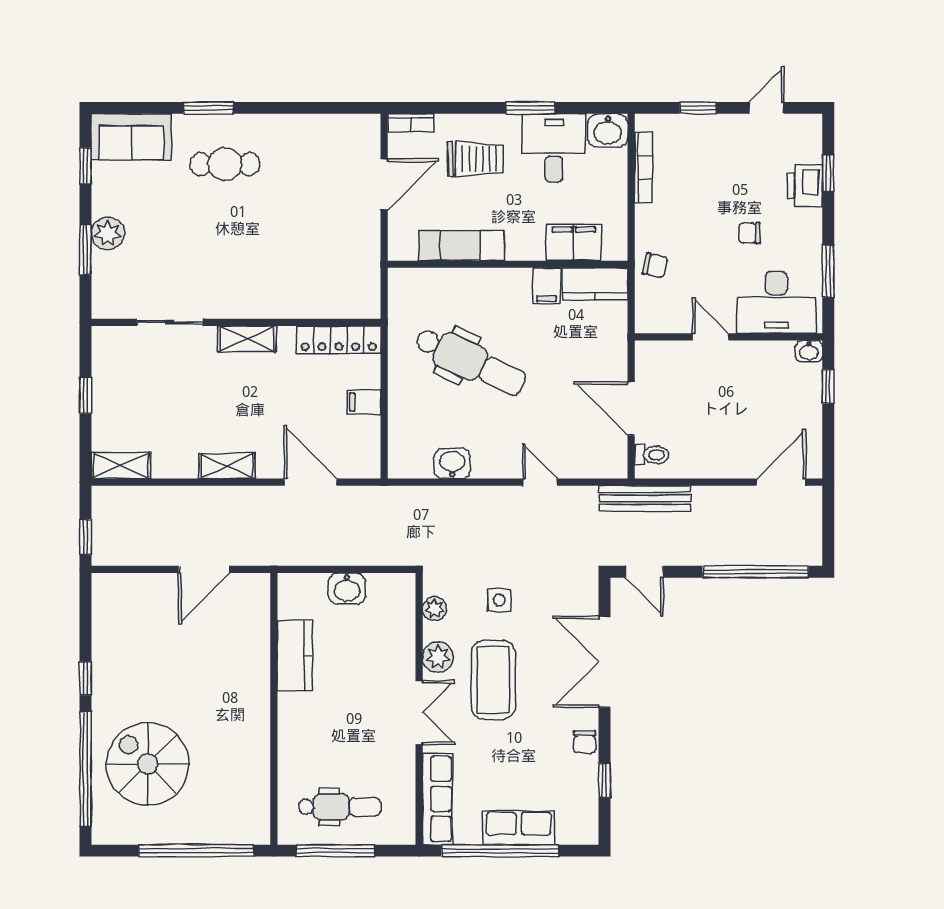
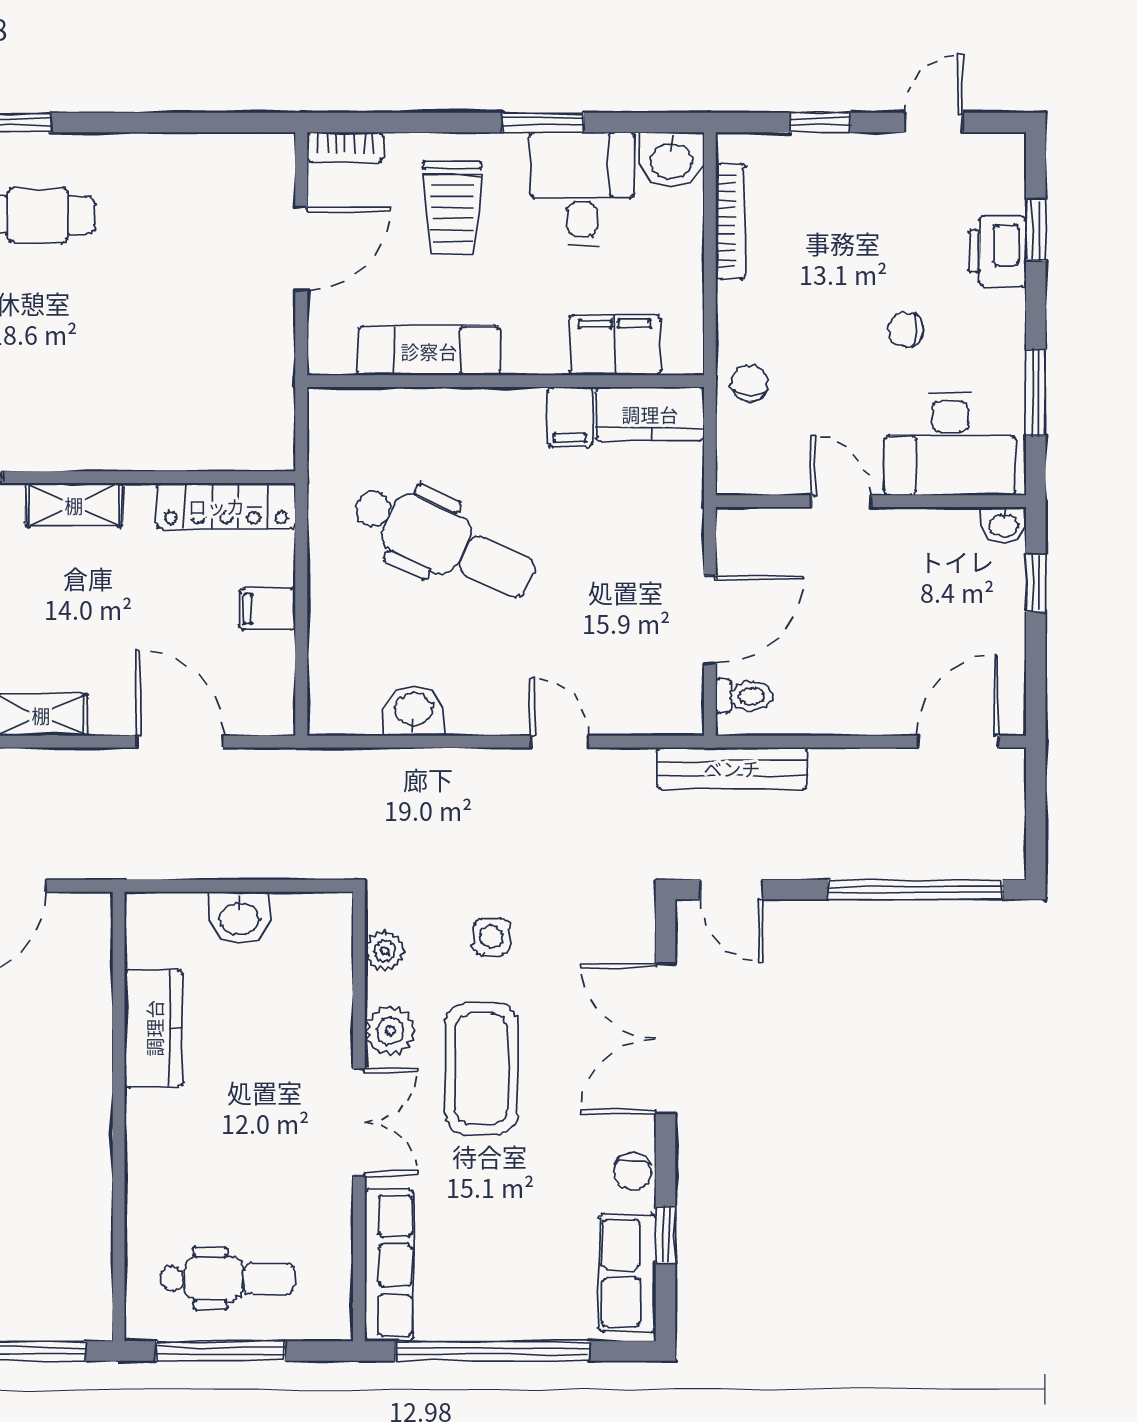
trolley: (475, 159) -> (452, 207), turned 90
chair: (655, 265) -> (749, 383), turned -103
door: (631, 409) -> (710, 620), swing flipped
row of seats: (519, 828) -> (628, 1273), moved, turned -90

